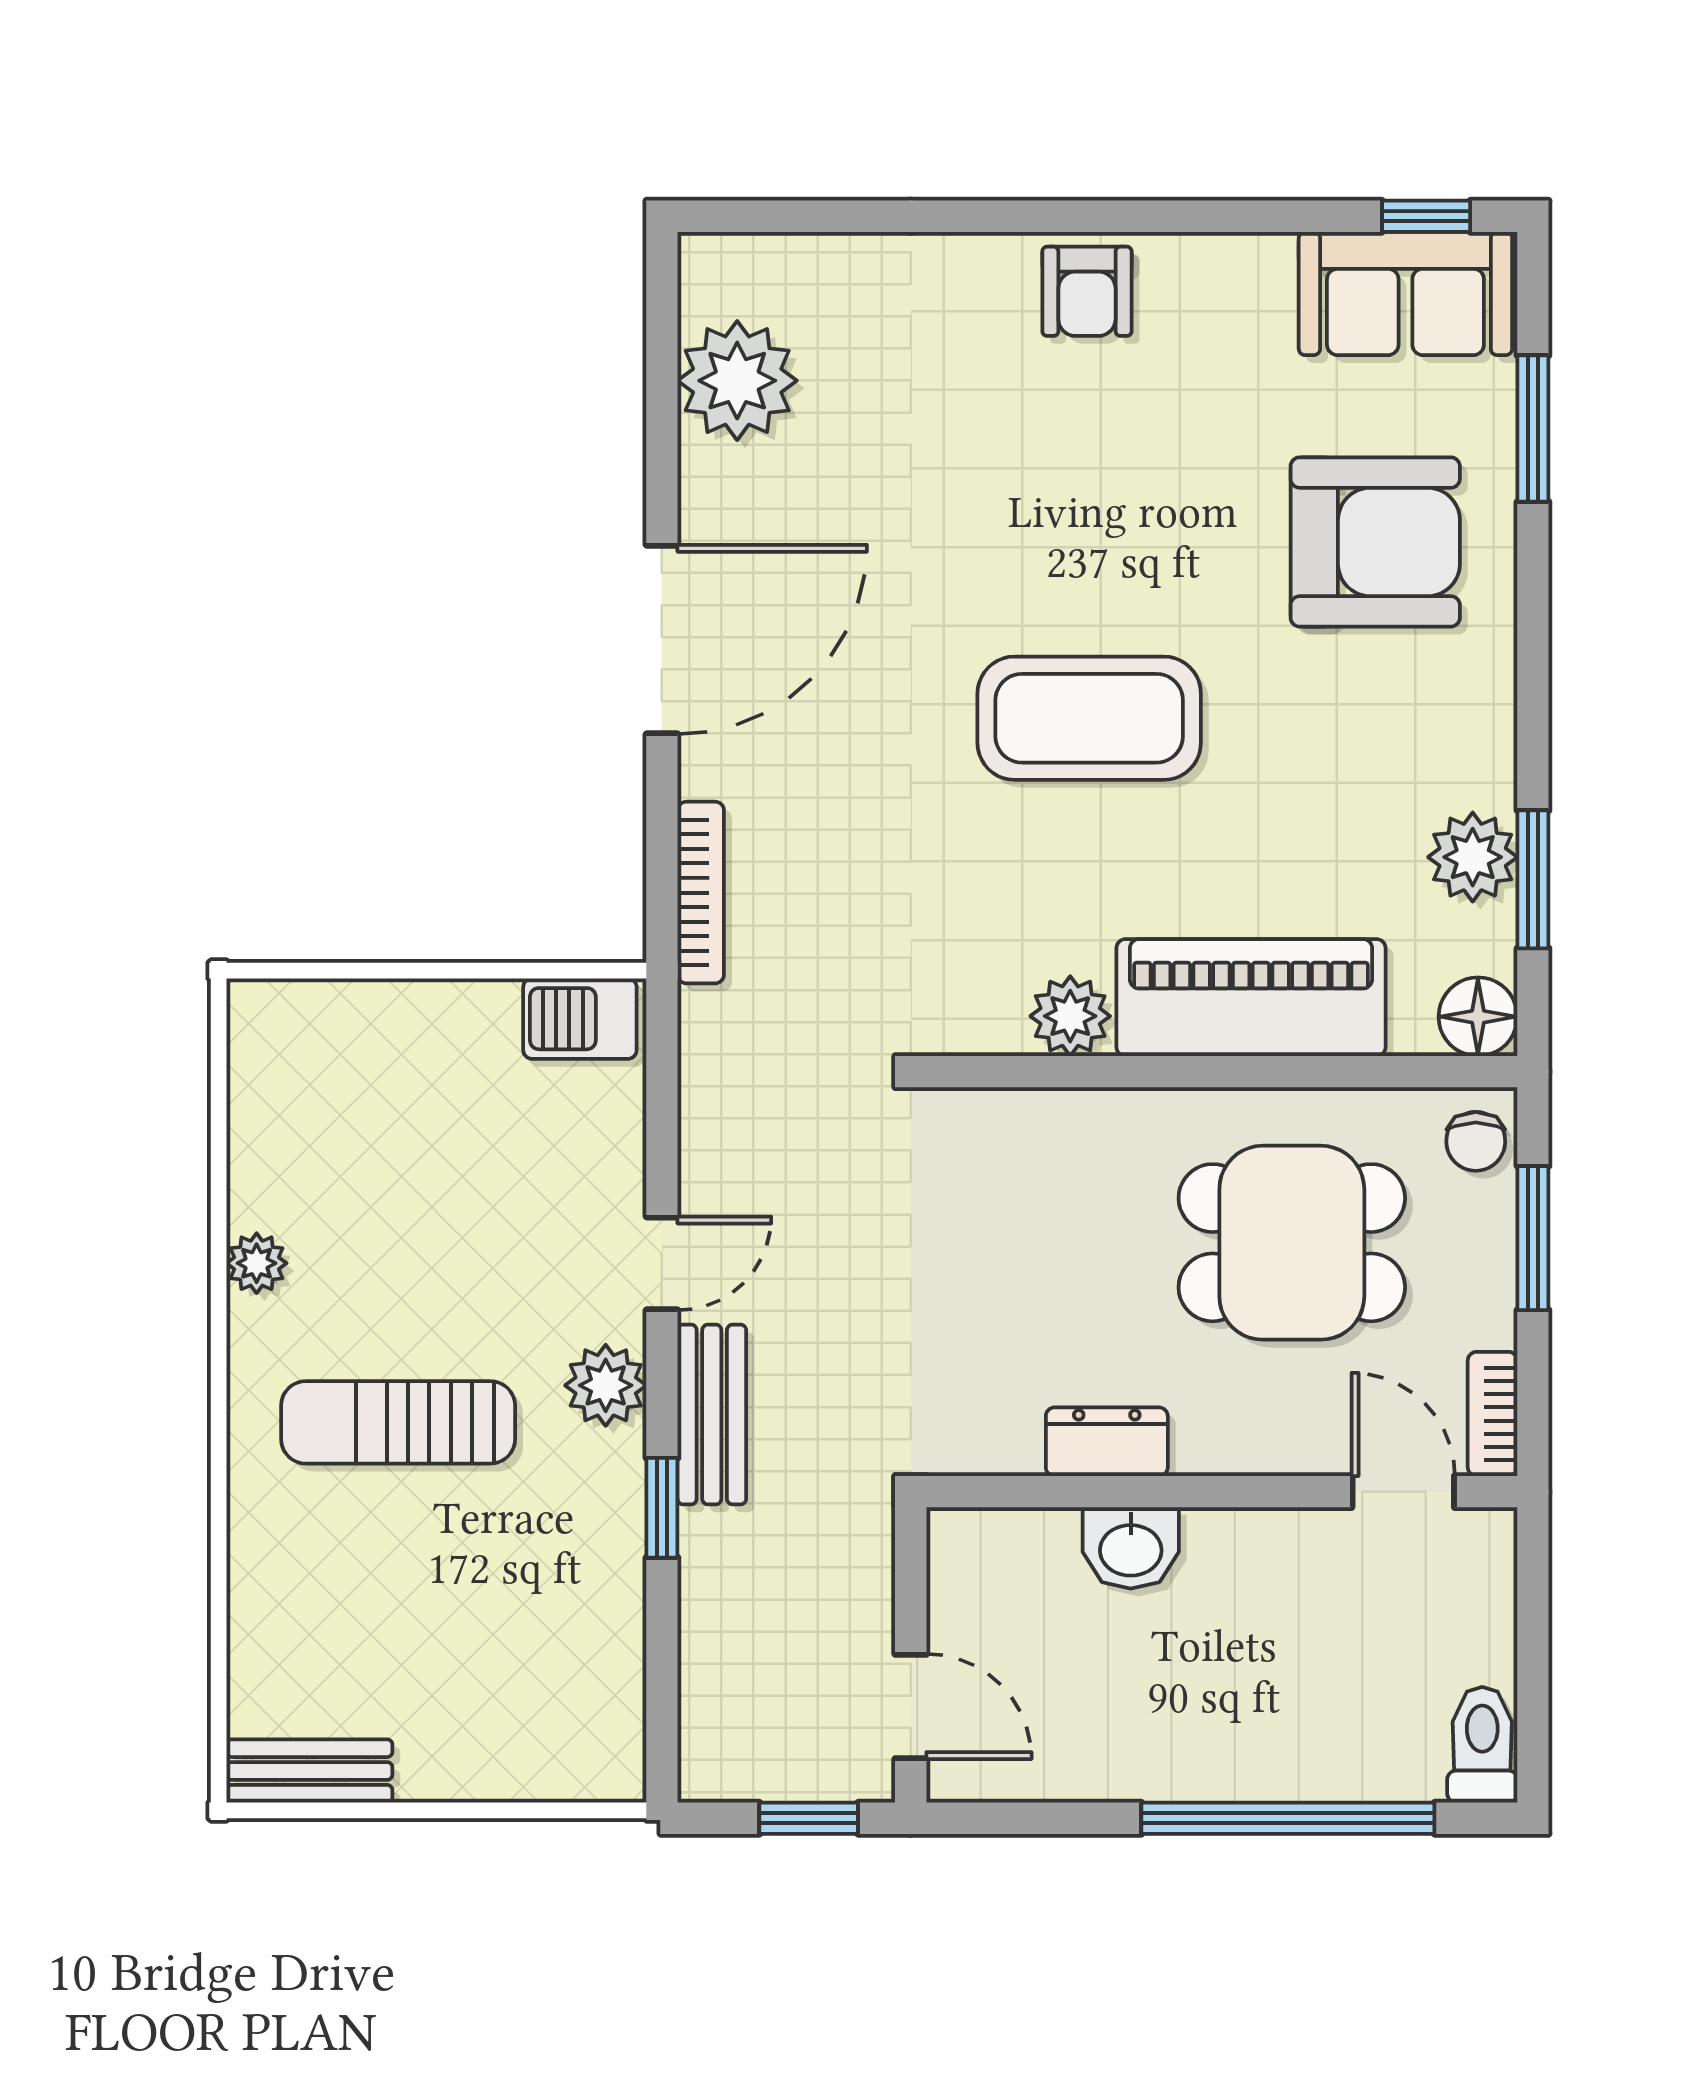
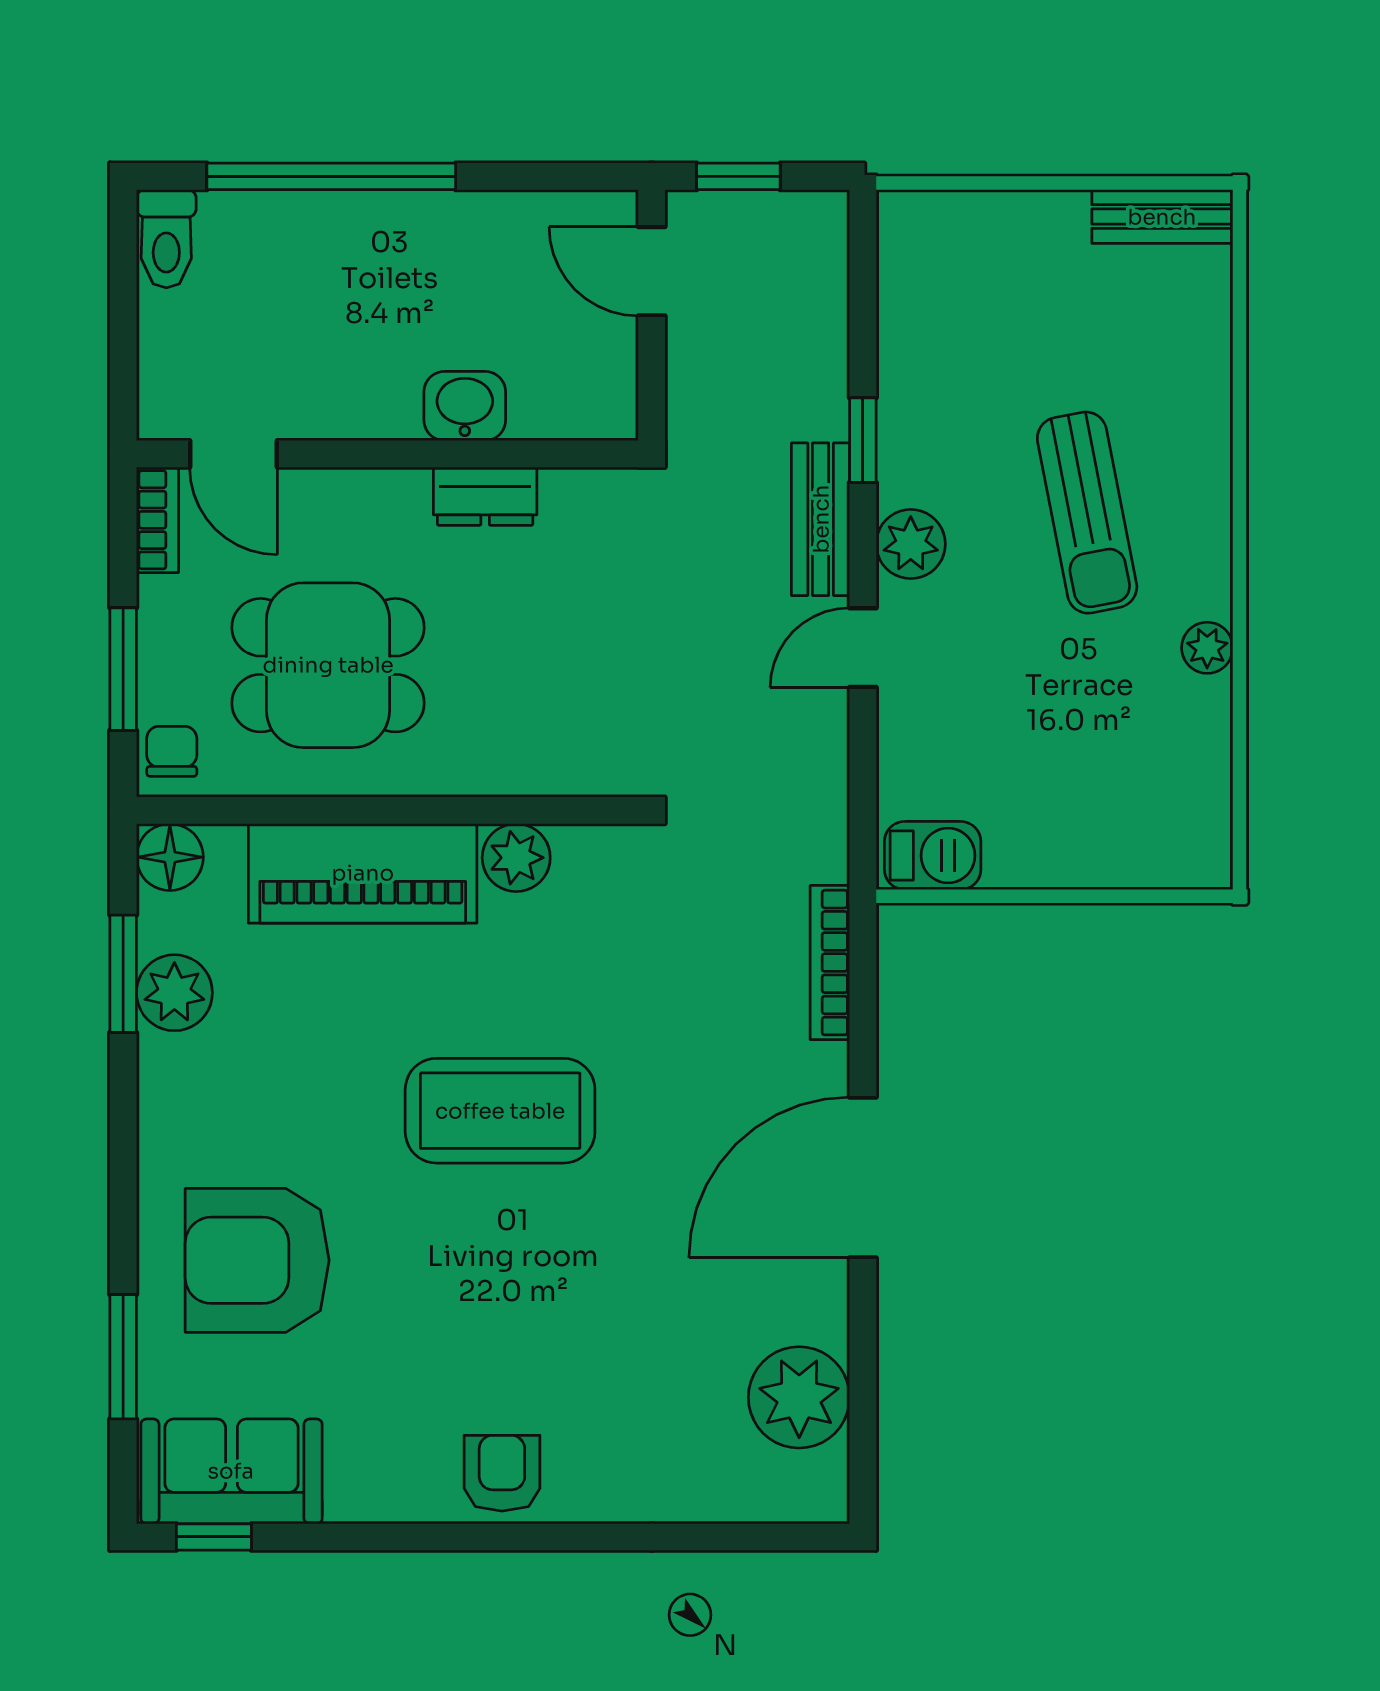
sun lounger: (398, 1422) -> (1087, 513), turned 79

